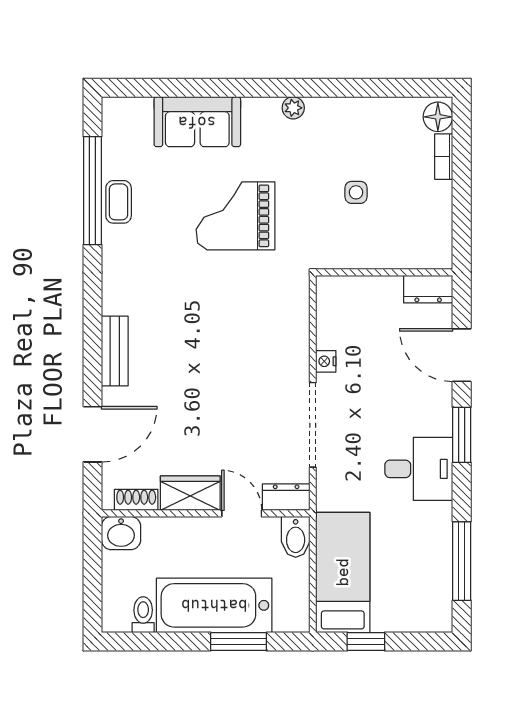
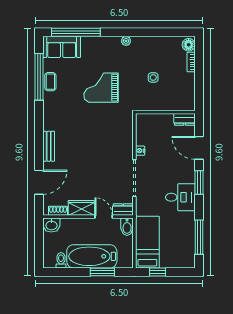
window: (178, 88) -> (76, 32), added
sofa: (197, 122) -> (62, 47), moved

